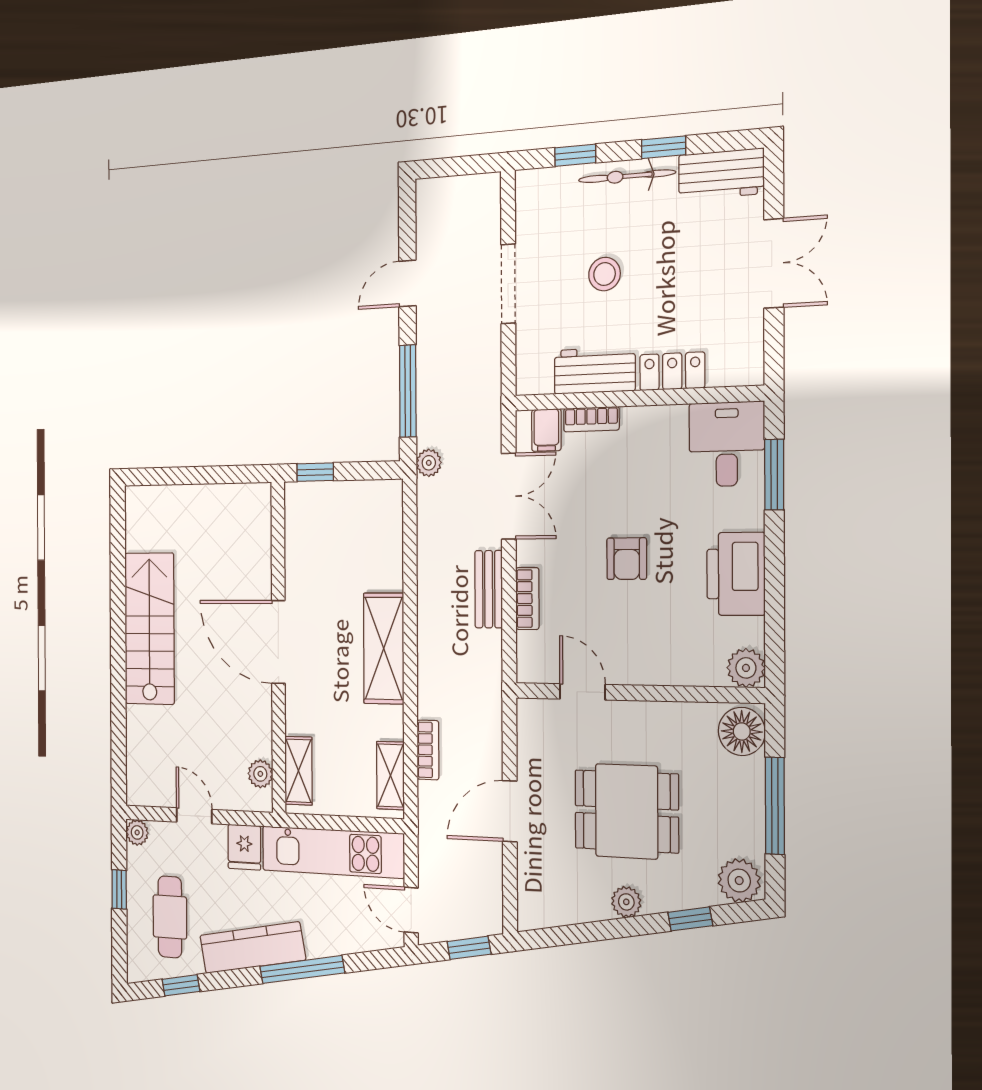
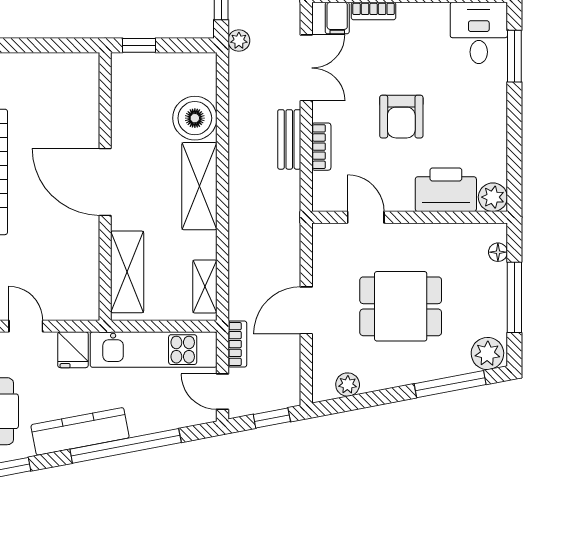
armchair: (627, 559) -> (401, 117), width x1.38, depth x1.38
boiler: (378, 562) -> (195, 118), added
printer: (736, 574) -> (446, 190), moved, turned 90
floor lamp: (742, 731) -> (498, 252), width x0.53, depth x0.53
bookcase: (428, 750) -> (237, 344), moved
shelving: (299, 771) -> (127, 272), width x1.50, depth x1.33
plant: (260, 774) -> (88, 289), removed
plant: (626, 902) -> (348, 385), moved
window: (690, 919) -> (450, 384), width x2.17
window: (302, 970) -> (126, 446), width x1.46

